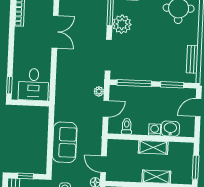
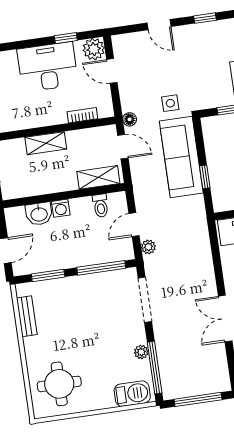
plant: (122, 24) -> (141, 352), width x0.53, depth x0.53
window: (51, 133) -> (205, 177), added
sofa: (65, 142) -> (181, 157), width x1.36
shelving: (153, 147) -> (98, 177), moved

